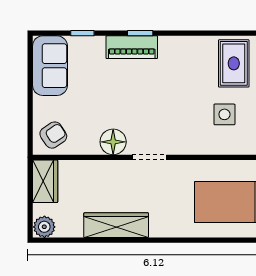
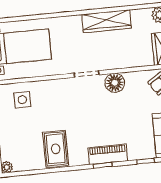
rug: (234, 63) -> (56, 149), moved
side table: (224, 114) -> (22, 100), moved

